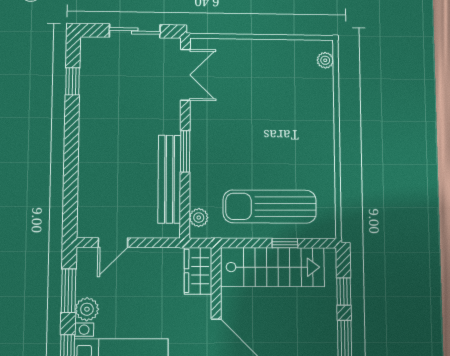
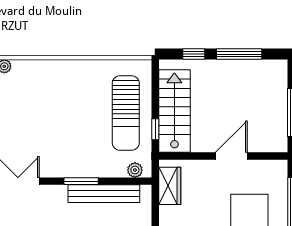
window: (285, 243) -> (155, 129), moved
wardrobe: (198, 271) -> (170, 186), moved, turned -90

